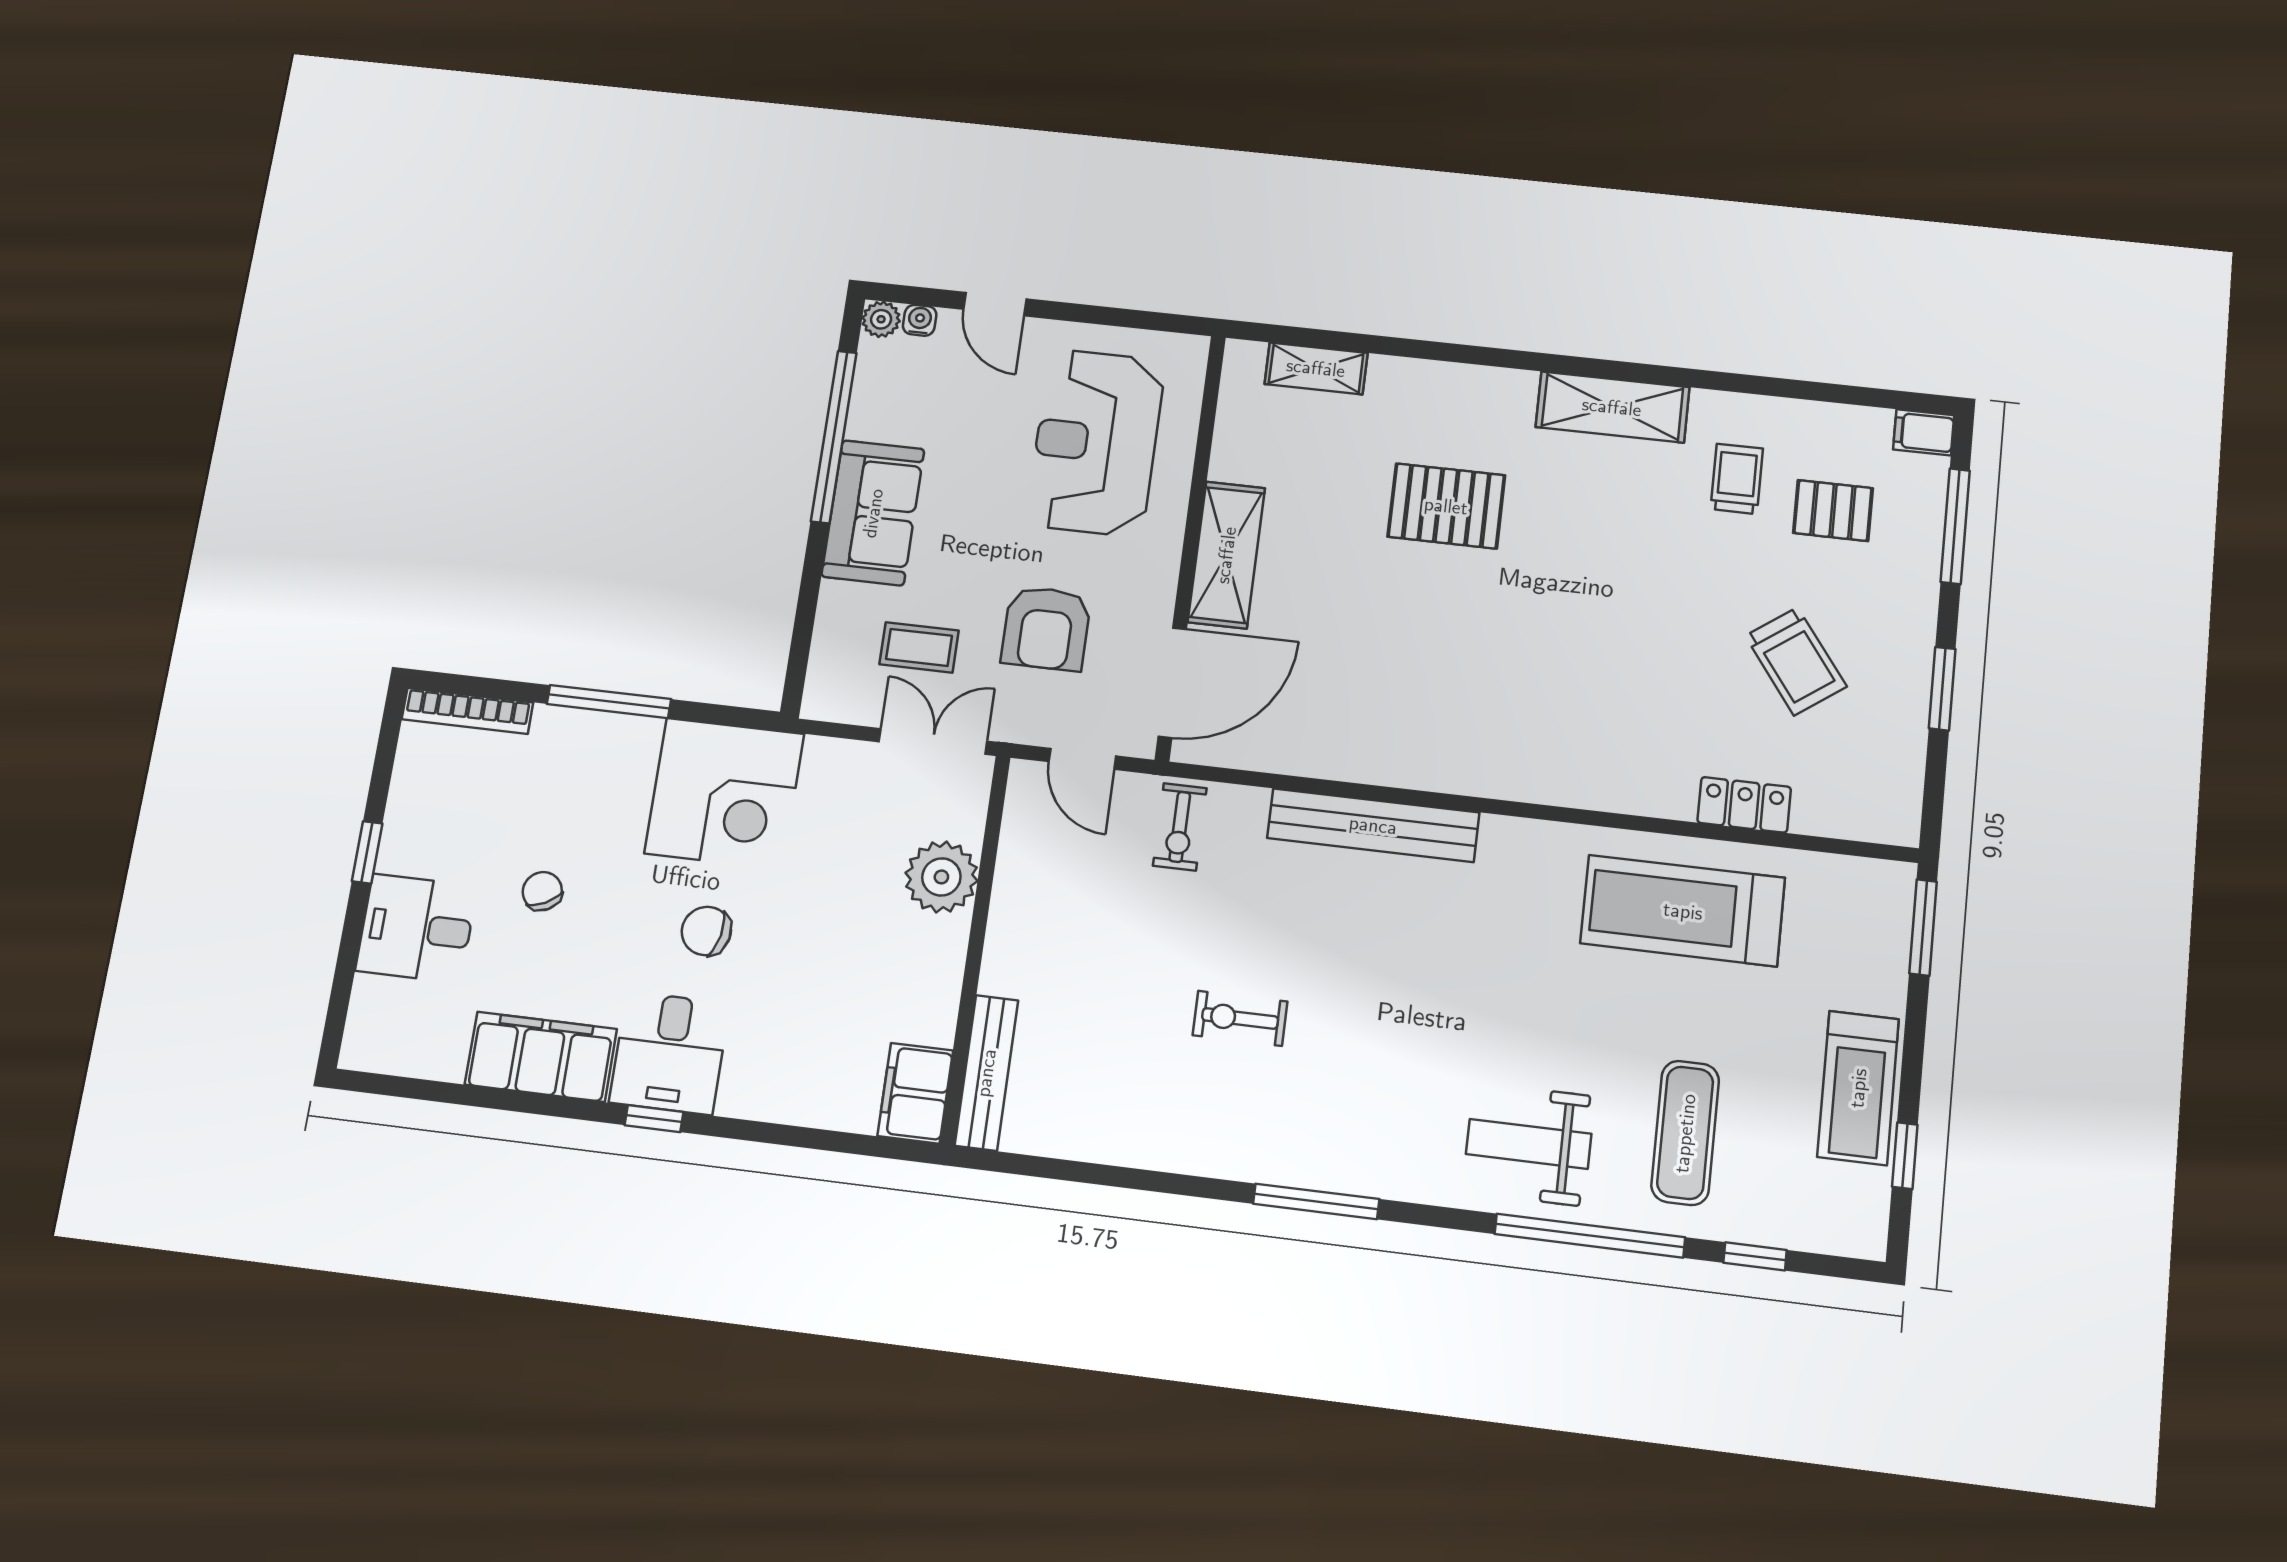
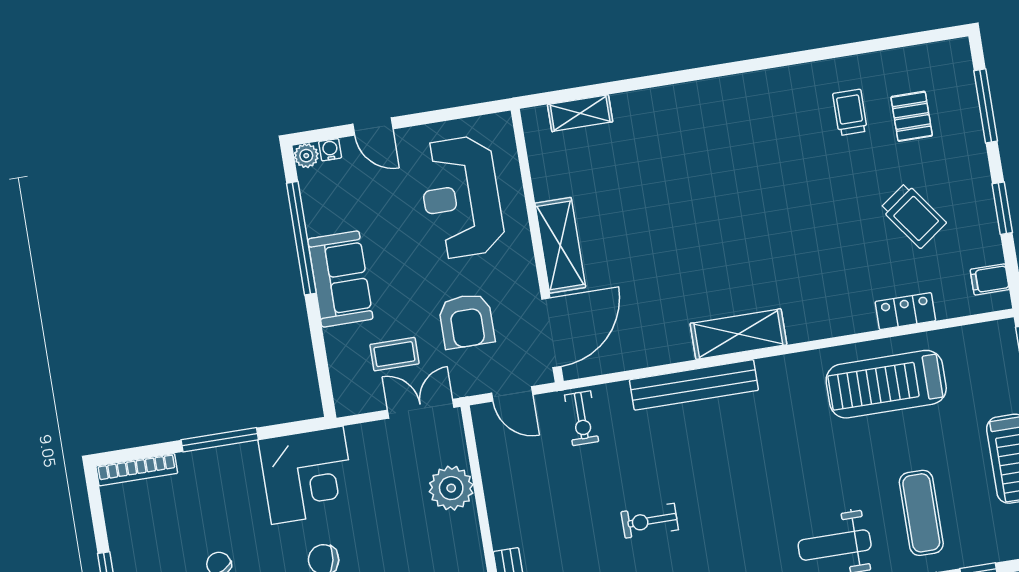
shelving: (1612, 407) -> (738, 334), moved
filing cabinet: (1924, 432) -> (990, 279), moved
pallet: (1446, 506) -> (682, 178), removed
pallet: (1833, 511) -> (912, 116), turned 90

